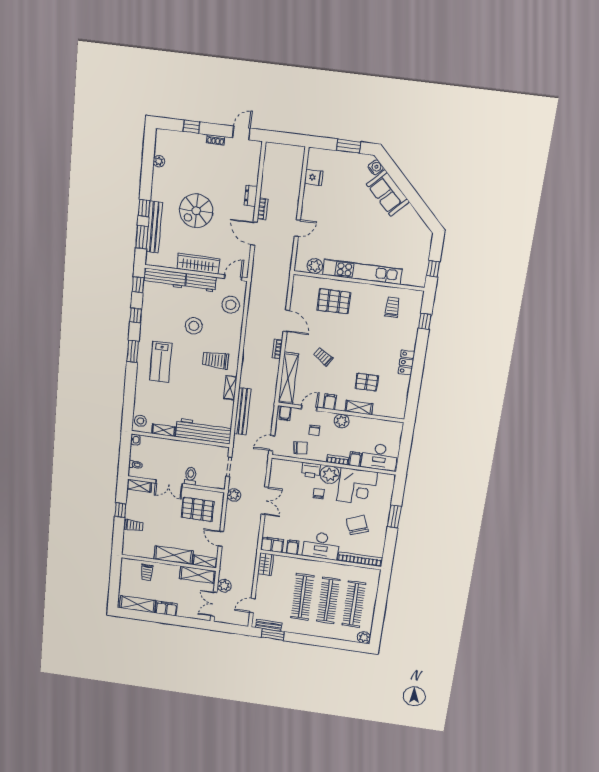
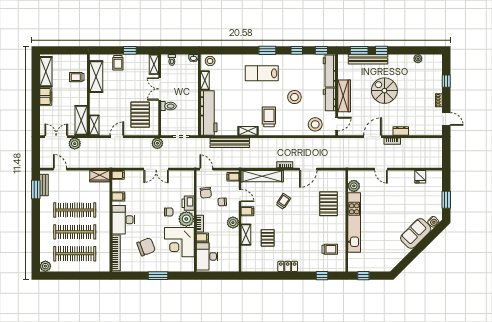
door: (233, 278) -> (337, 124), hinge flipped
filing cabinet: (272, 545) -> (118, 175), width x0.50
shelving: (173, 555) -> (96, 77), moved

